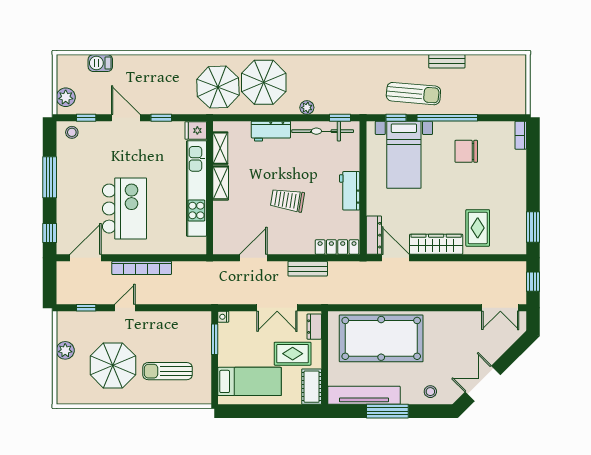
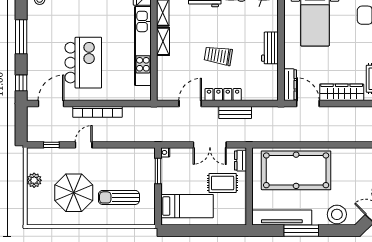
locker: (337, 247) -> (223, 95), moved
cot: (312, 387) -> (238, 210), removed
stool: (430, 392) -> (337, 214), width x1.89, depth x1.89

